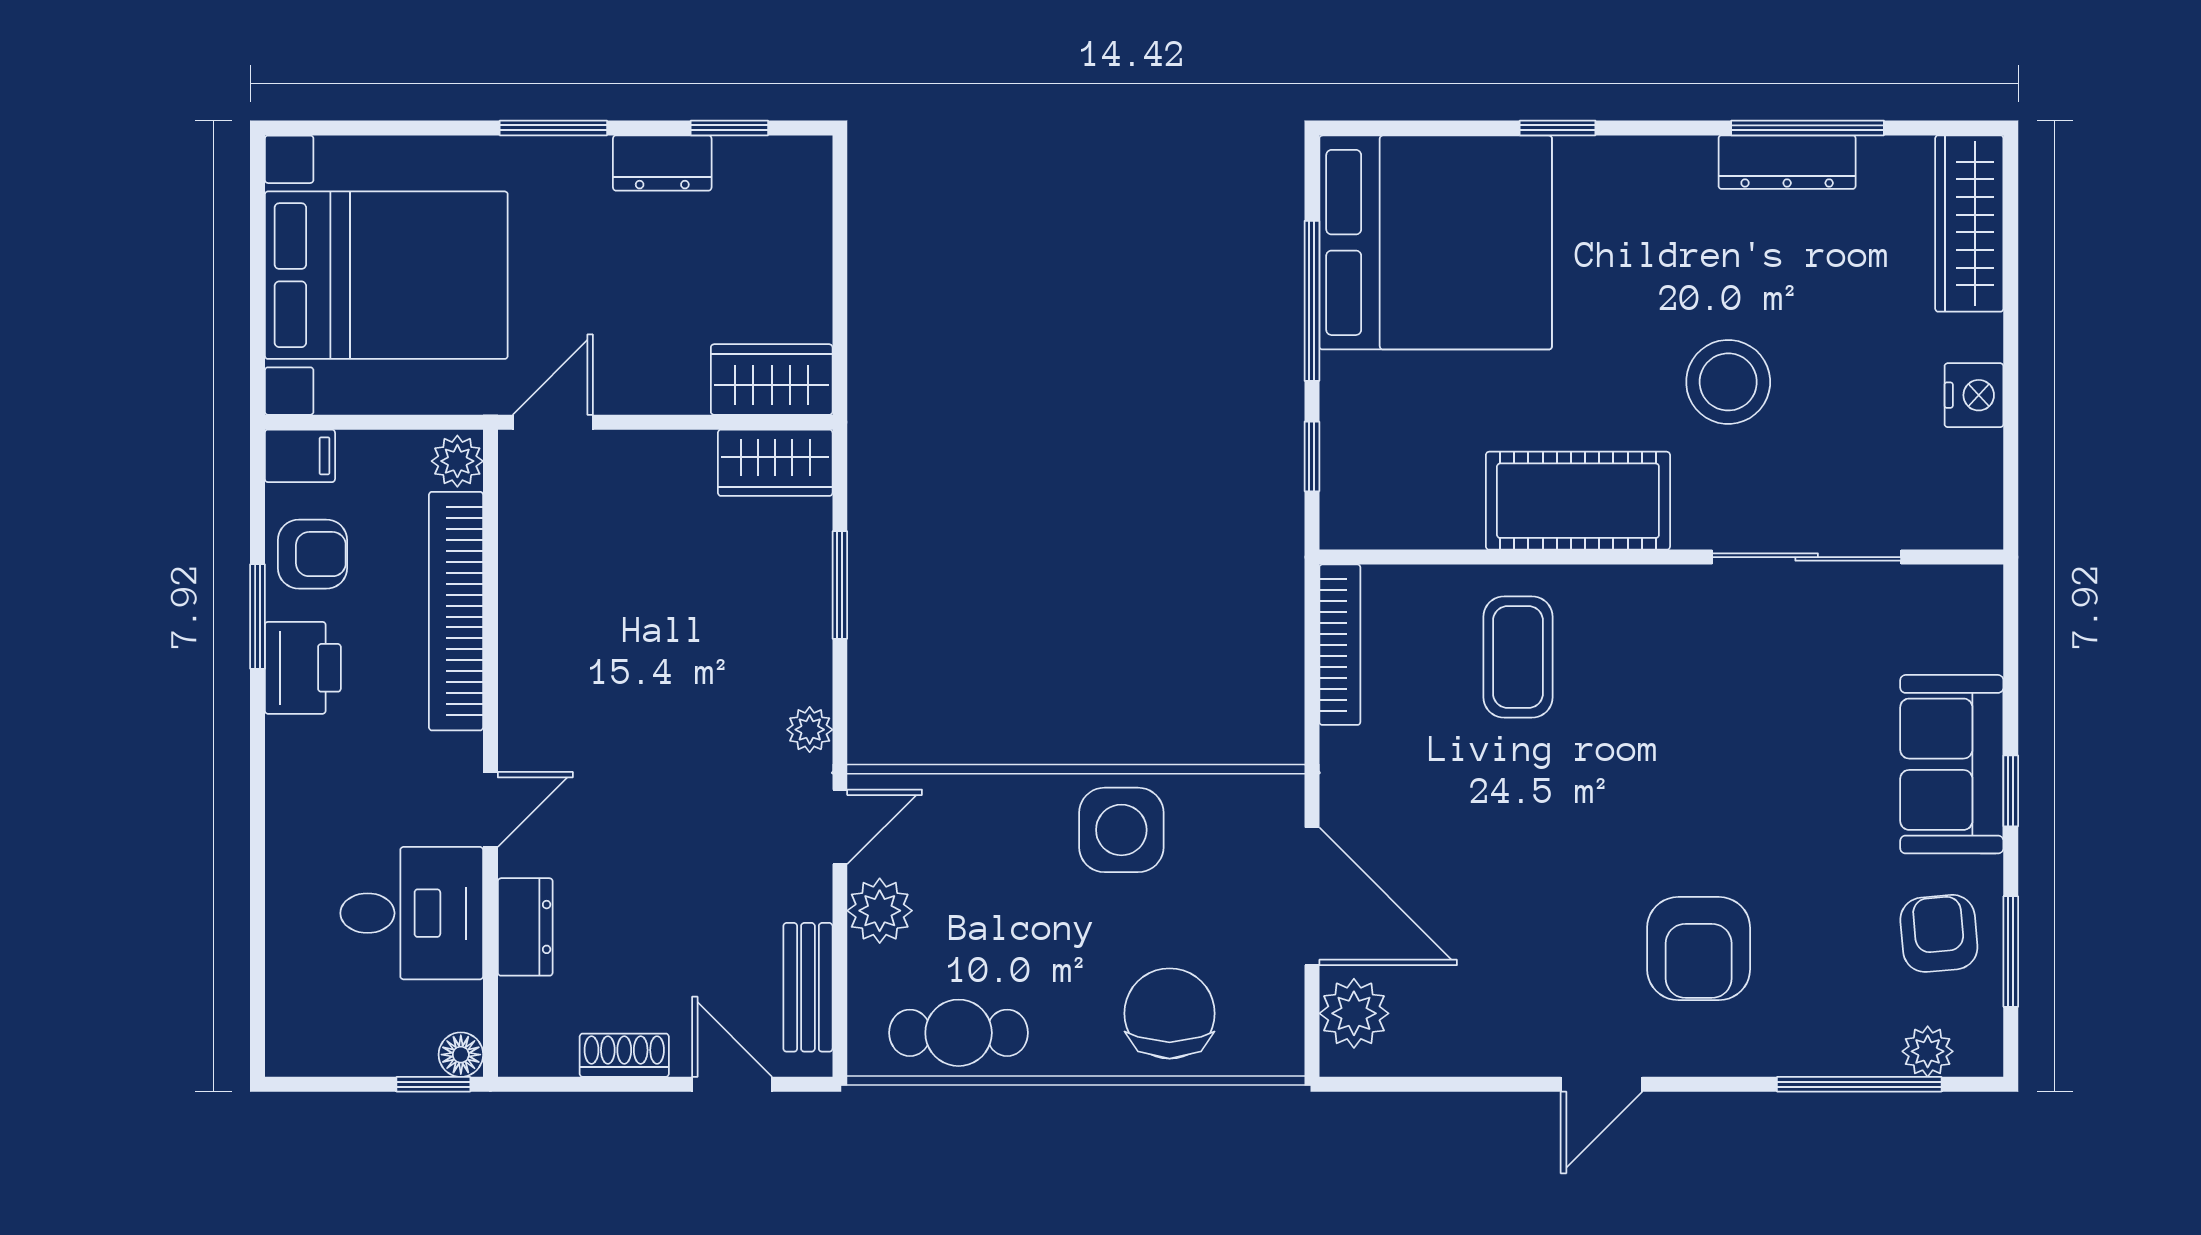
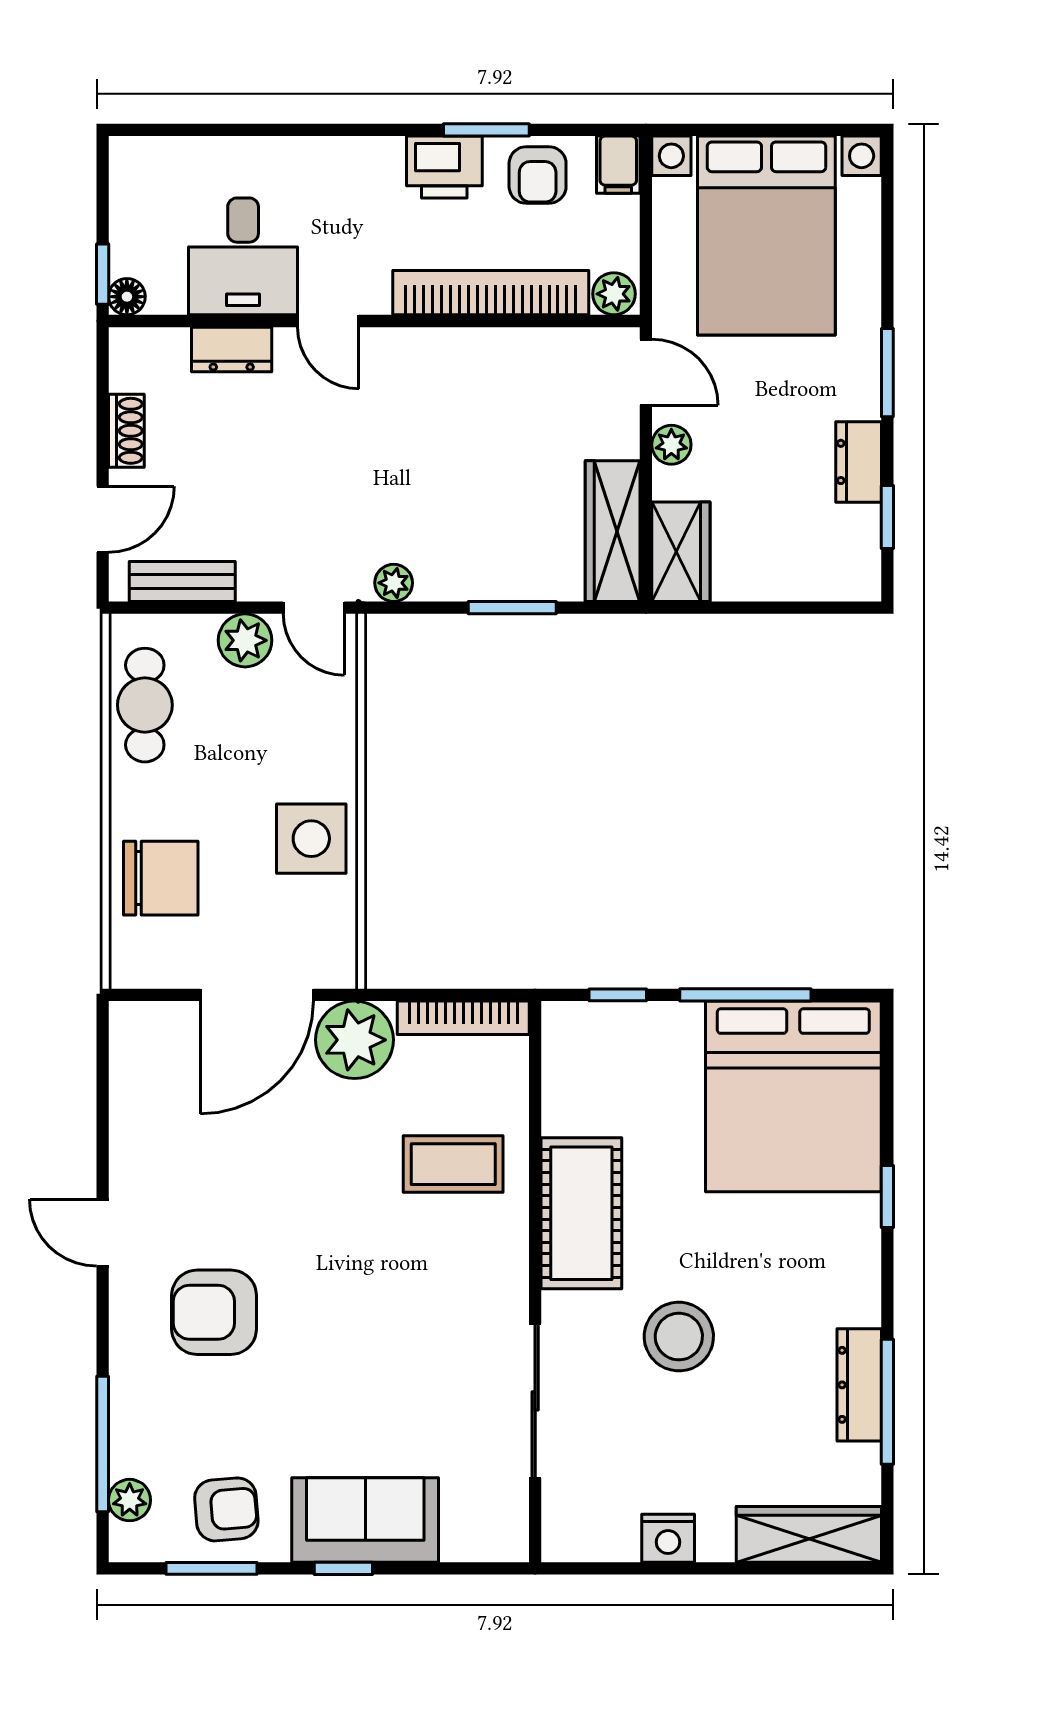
plant: (641, 391) -> (671, 445), added
wardrobe: (775, 463) -> (613, 531), width x1.50
plant: (1354, 1013) -> (355, 1040), moved, width x1.36, depth x1.36

